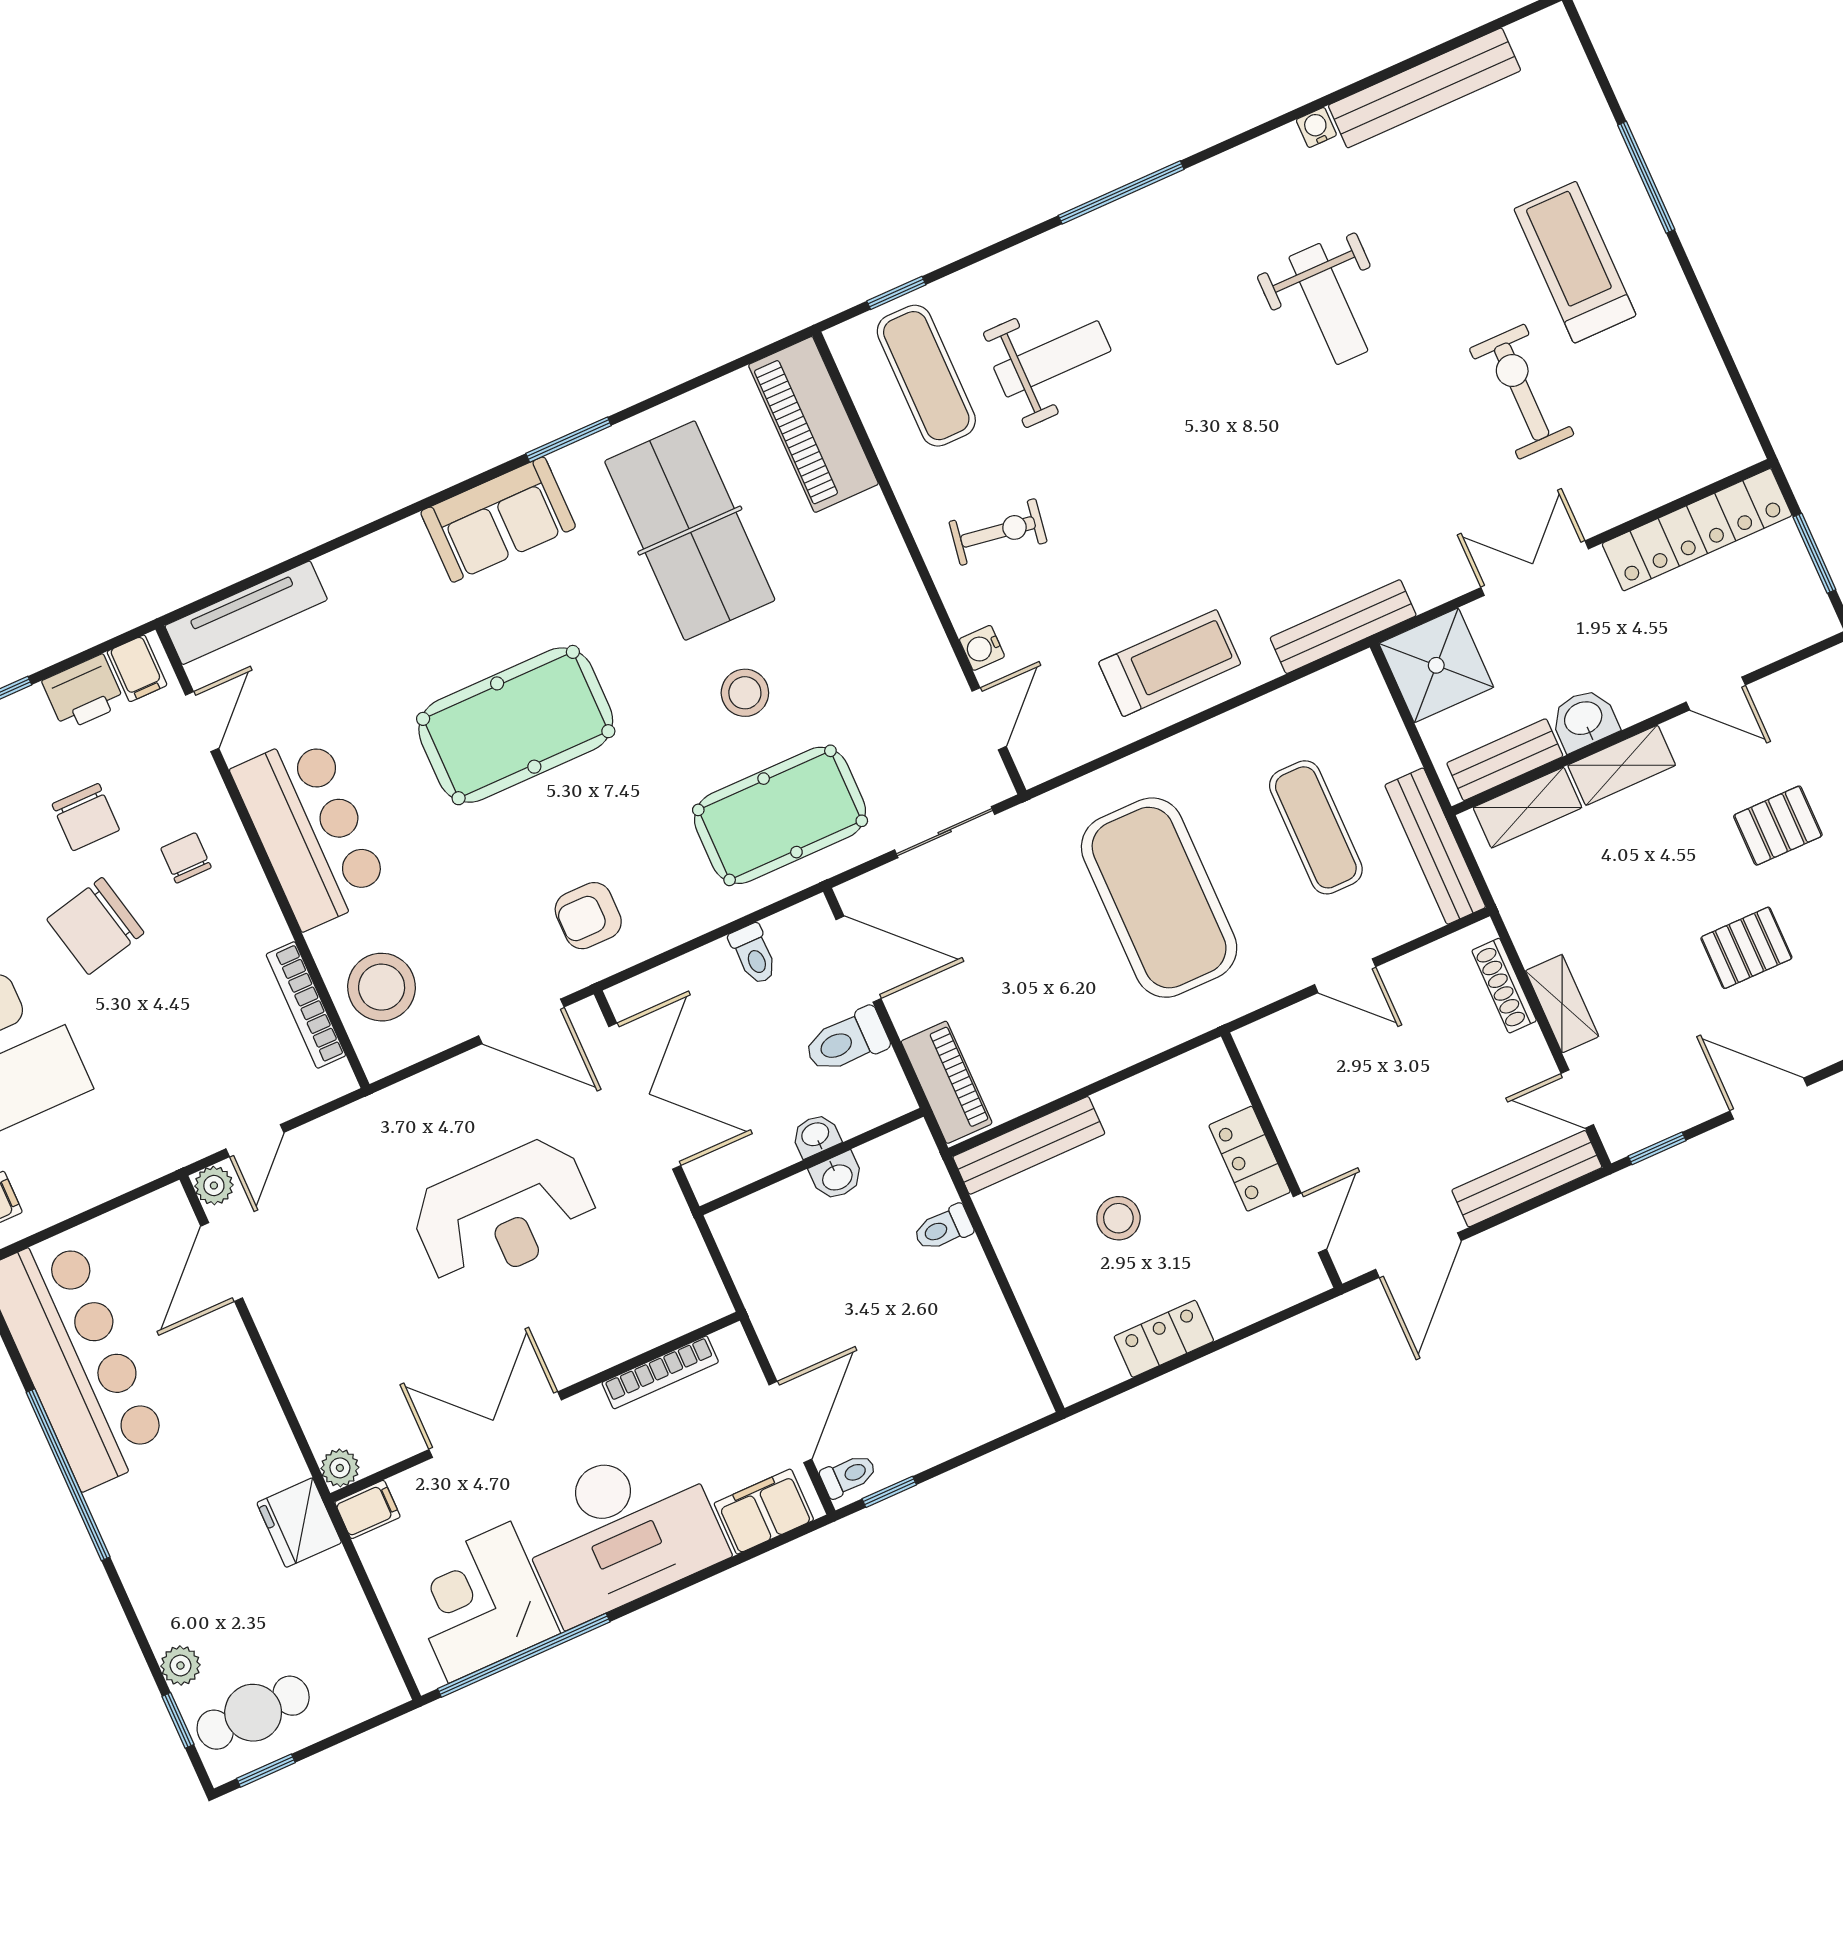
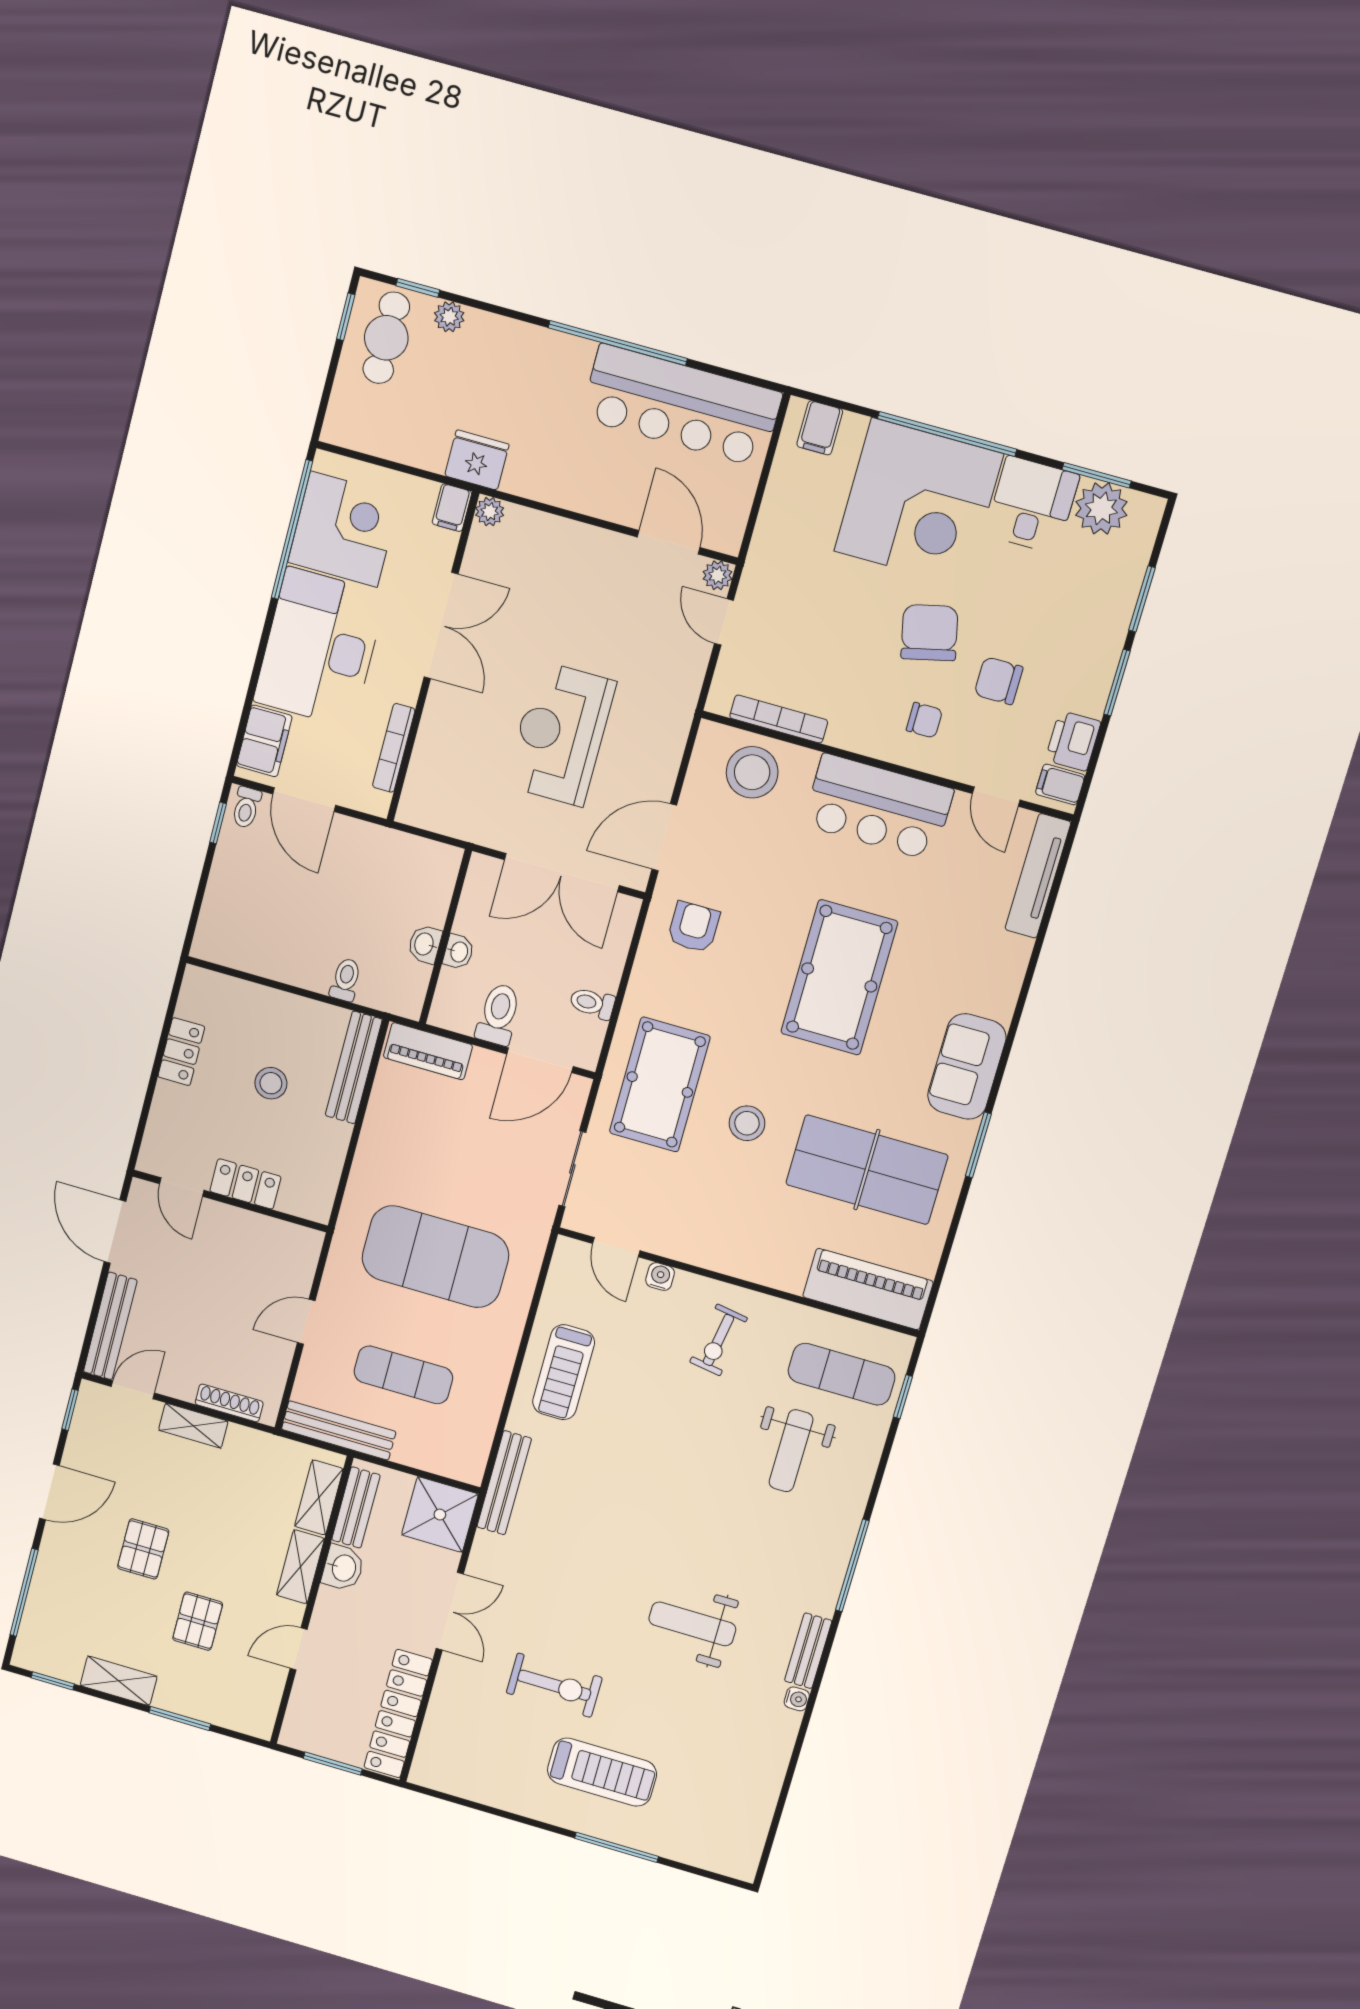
bench: (1424, 88) -> (808, 1651), moved, width x0.54, depth x0.82

